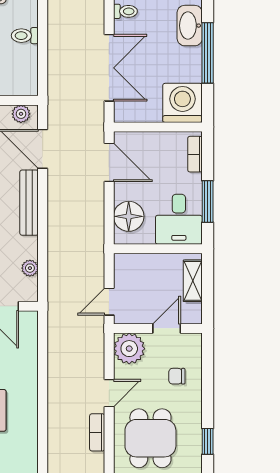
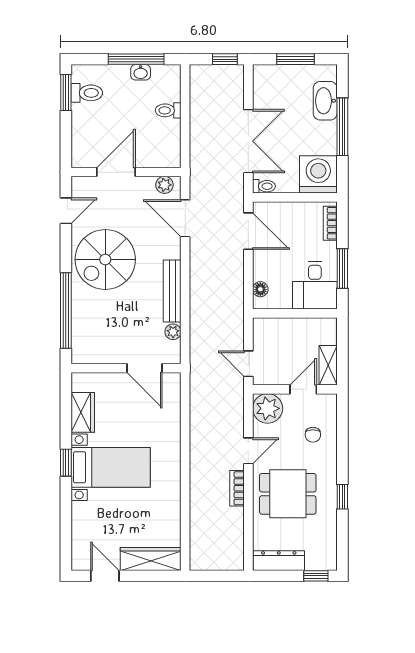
toilet: (125, 11) -> (264, 186), moved
bench: (29, 203) -> (172, 291), moved
floor lamp: (129, 216) -> (260, 289), width x0.53, depth x0.53
shelving: (193, 281) -> (328, 365), moved
door: (109, 302) -> (248, 364), hinge flipped
chair: (177, 376) -> (313, 435), turned -90
dining table: (150, 438) -> (288, 494), turned 90

